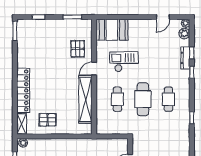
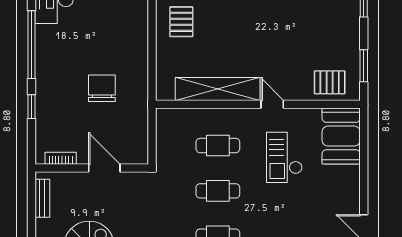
pallet: (78, 49) -> (330, 82), moved
checkout: (124, 62) -> (284, 157), turned 180
cafe table: (143, 99) -> (218, 191), width x0.73, depth x0.74

